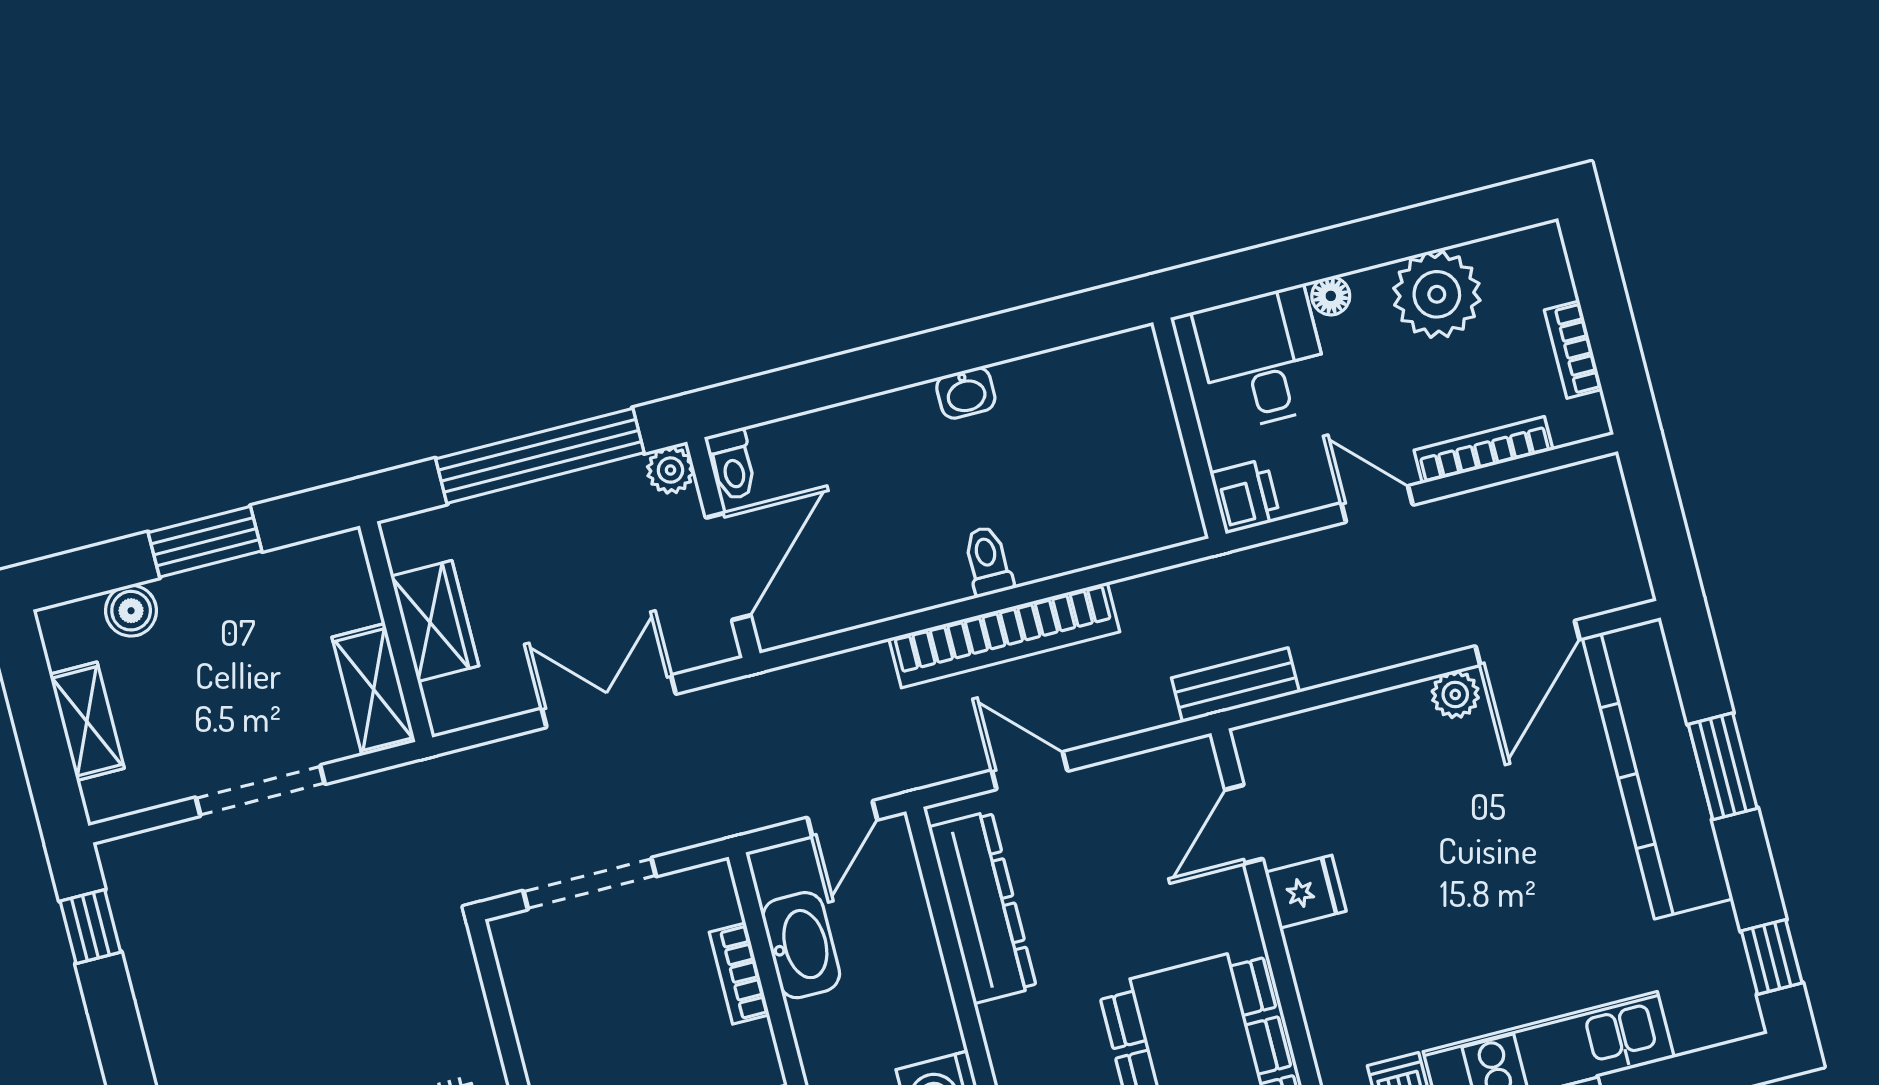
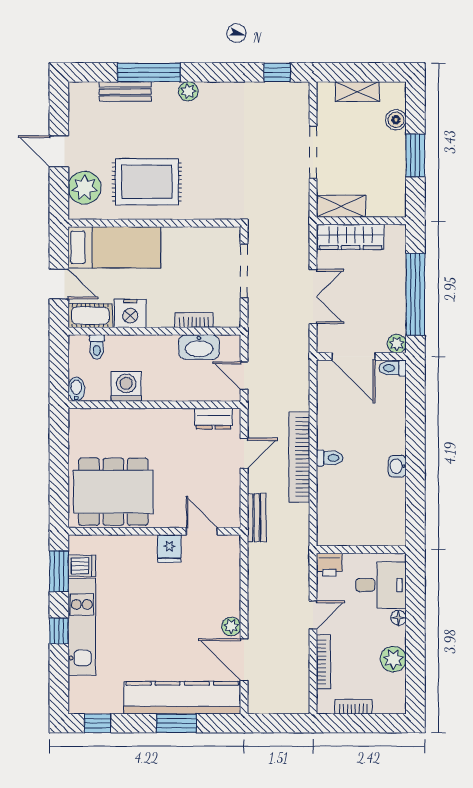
plant: (1437, 294) -> (393, 659), width x0.73, depth x0.73
wardrobe: (435, 621) -> (351, 237), width x1.50
bench: (1235, 685) -> (257, 518), moved
dresser: (982, 907) -> (214, 419), width x0.51, depth x0.80

